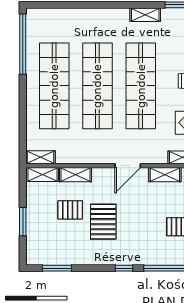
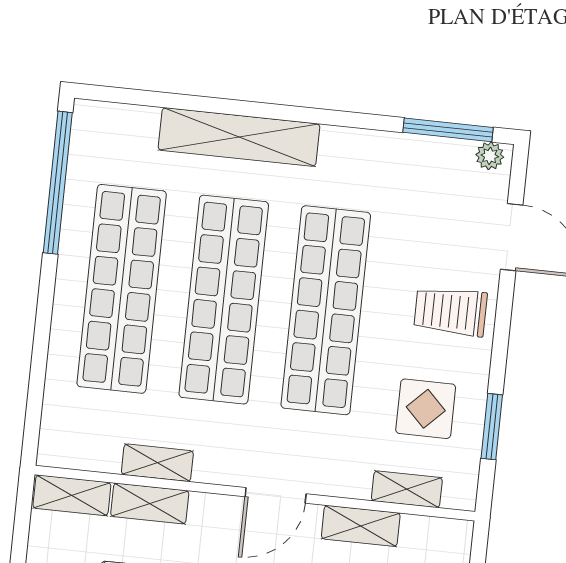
shelving: (145, 15) -> (239, 137), moved, width x2.20, depth x1.33
shelving: (41, 157) -> (157, 463), moved

